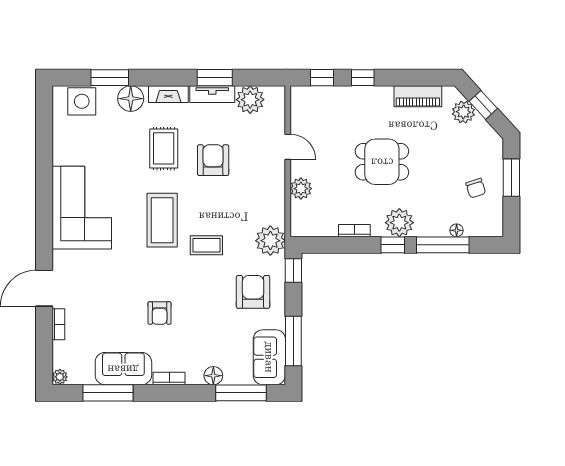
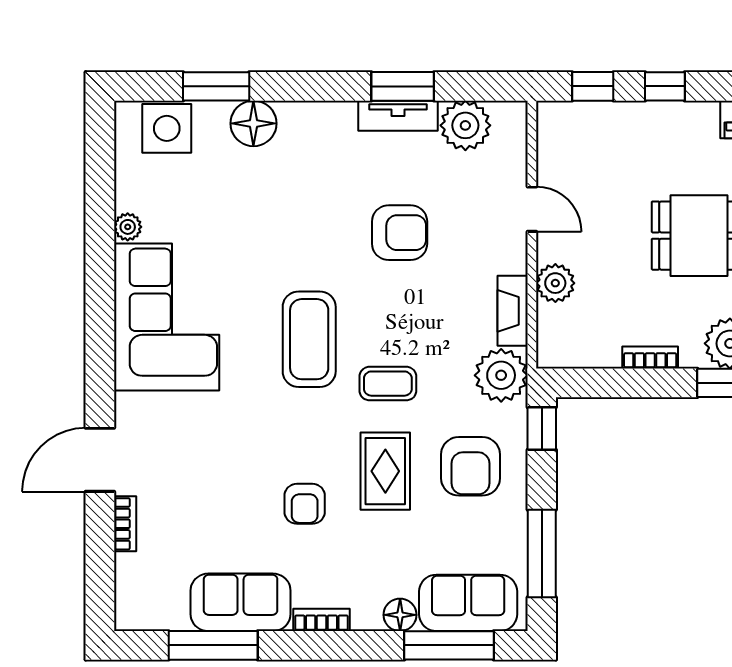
fireplace: (168, 94) -> (513, 311), moved, turned 90
rug: (164, 148) -> (385, 471), moved
armchair: (213, 160) -> (400, 233), turned 90
armchair: (253, 292) -> (470, 466), turned 180
sofa: (269, 357) -> (468, 603), moved, turned 90
plant: (60, 377) -> (128, 227), moved

